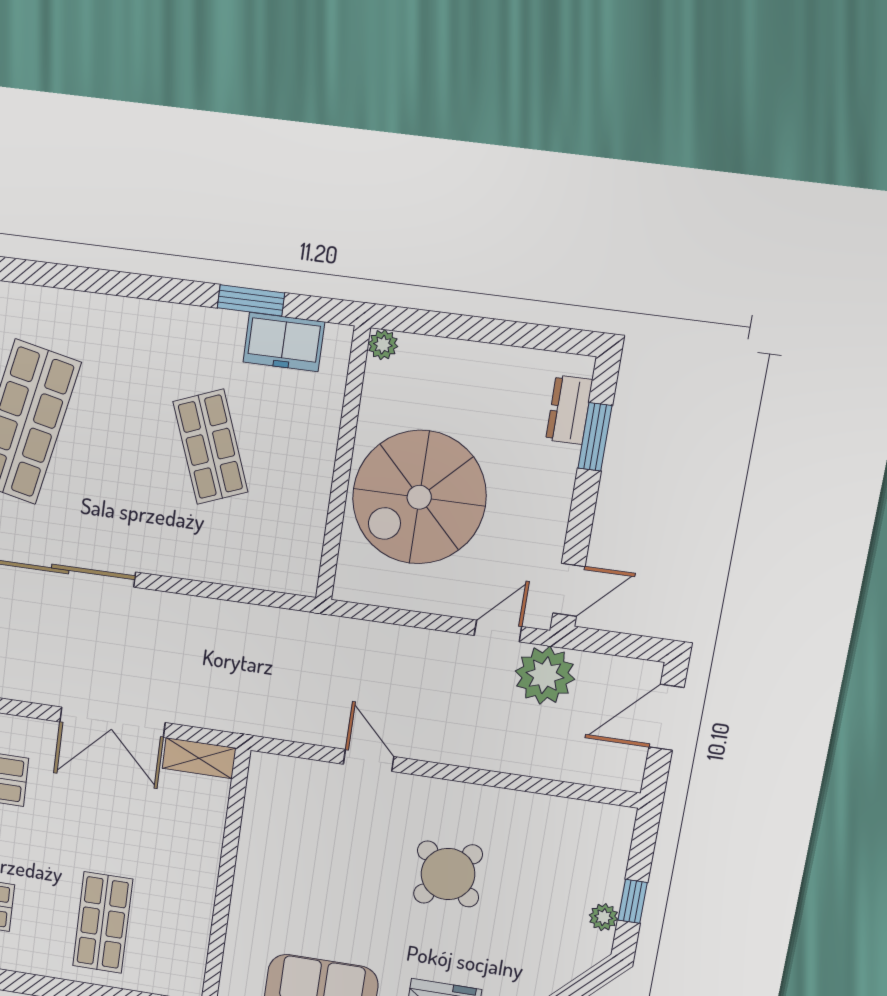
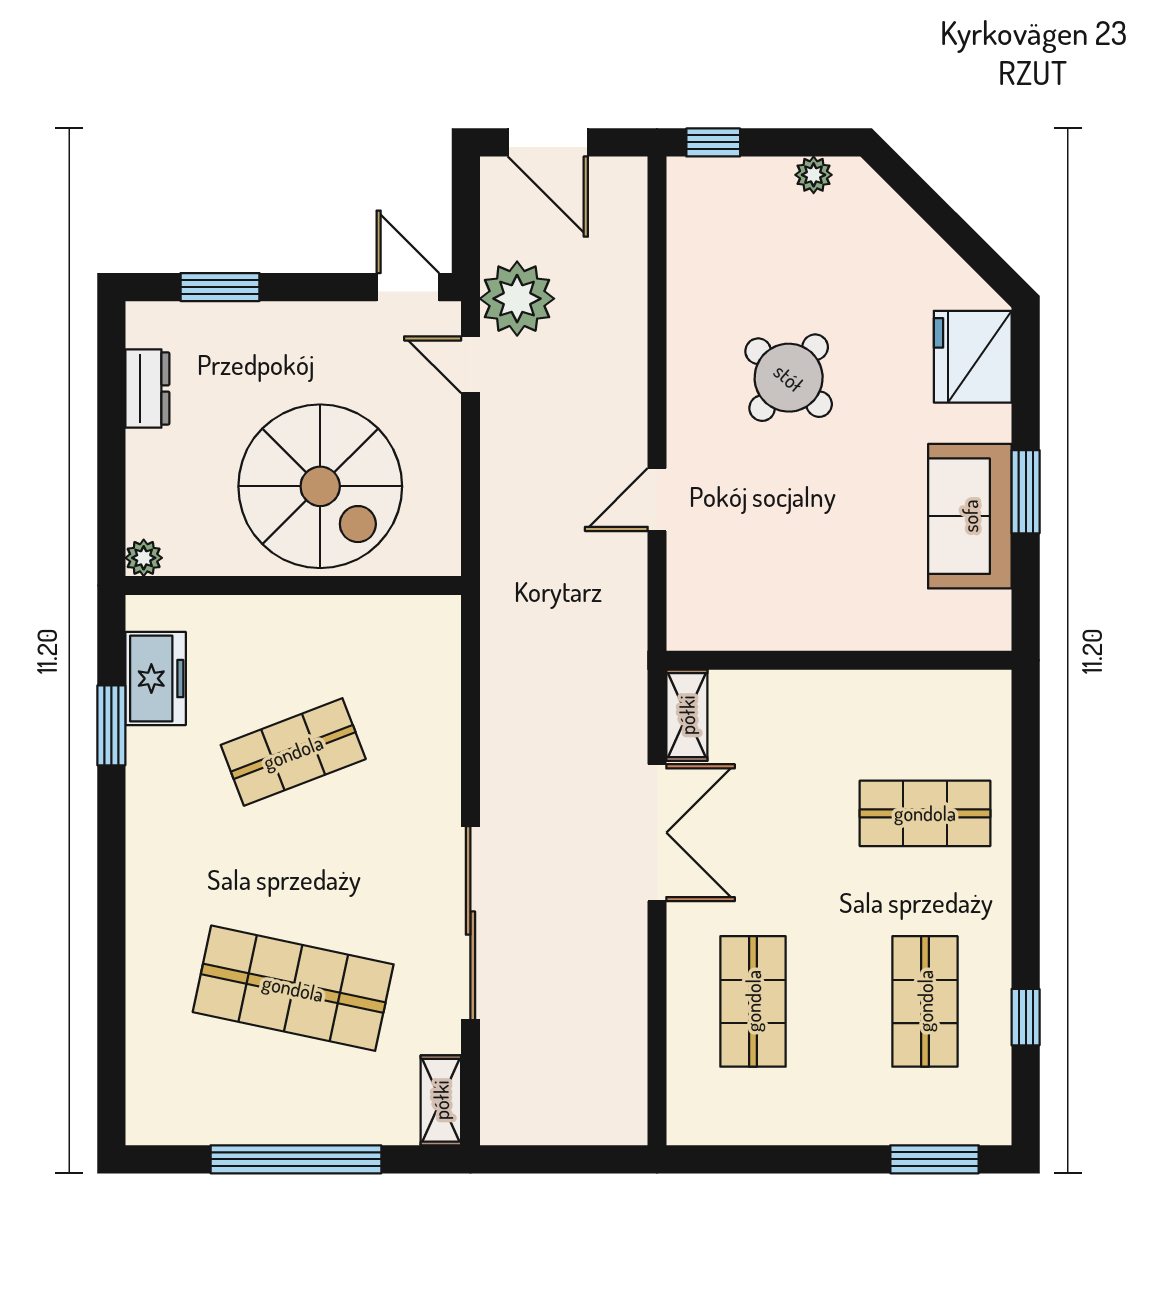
dresser: (569, 410) -> (147, 388), moved, turned -90
window: (633, 901) -> (713, 142), moved

